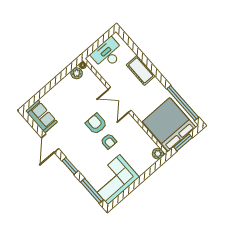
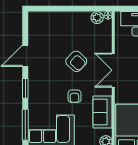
sofa: (41, 116) -> (103, 112), moved, turned 180
armchair: (96, 124) -> (76, 61), moved, turned 133

